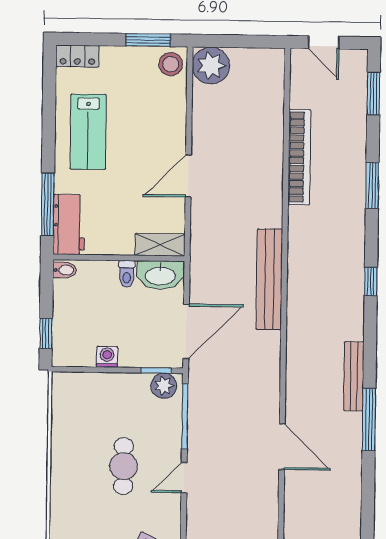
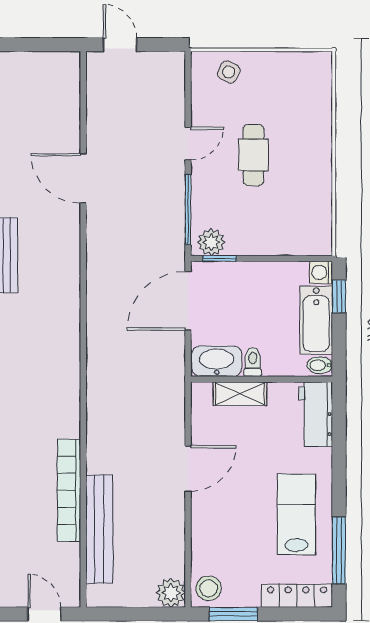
locker: (77, 56) -> (297, 596), width x1.53
plant: (211, 66) -> (171, 593), width x0.73, depth x0.73
window: (48, 204) -> (339, 551), moved
shelving: (160, 245) -> (240, 394), moved
bench: (269, 279) -> (99, 529), moved
bathtub: (67, 312) -> (316, 320), added
washing machine: (107, 357) -> (321, 272), moved, turned 90

